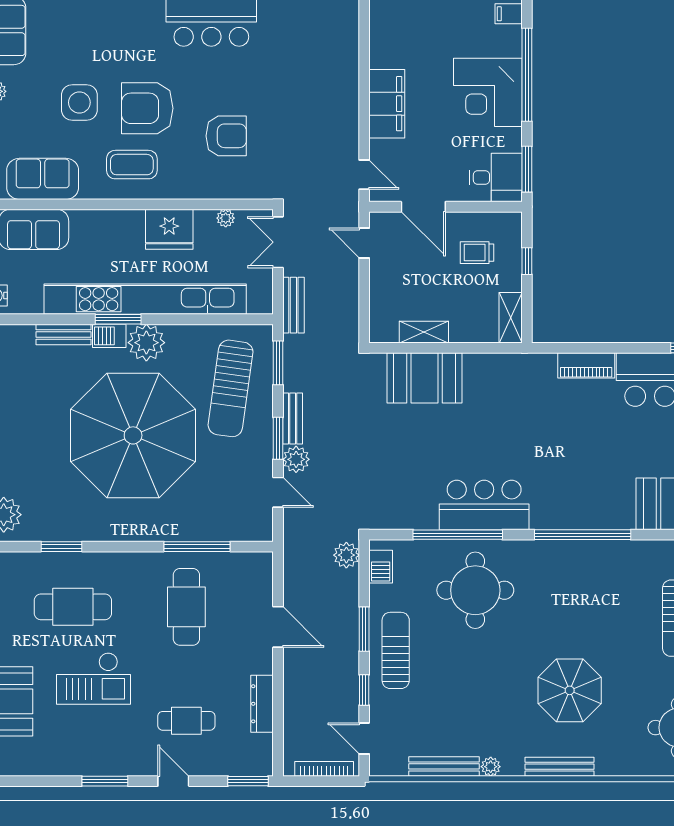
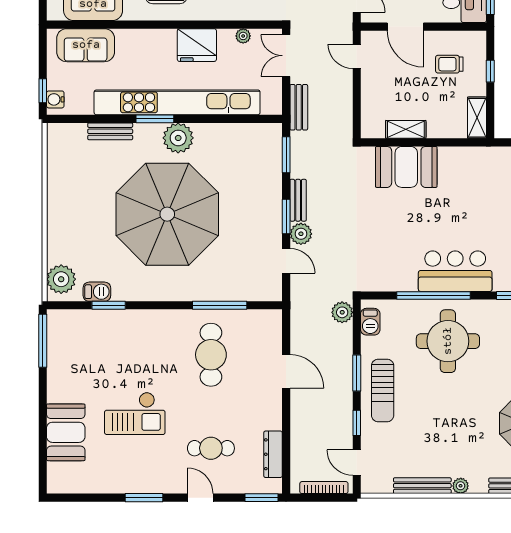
barbecue: (109, 336) -> (97, 292), moved, turned 180
sun lounger: (231, 388) -> (247, 176), removed
cafe table: (73, 607) -> (118, 355), removed
sun lounger: (396, 650) -> (383, 390), turned 180
dresser: (262, 704) -> (273, 454), moved

